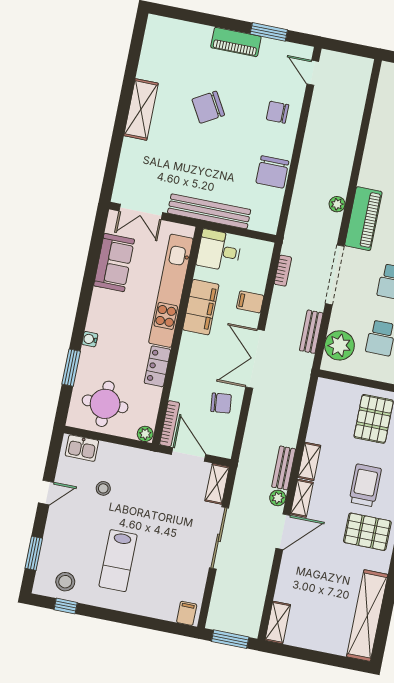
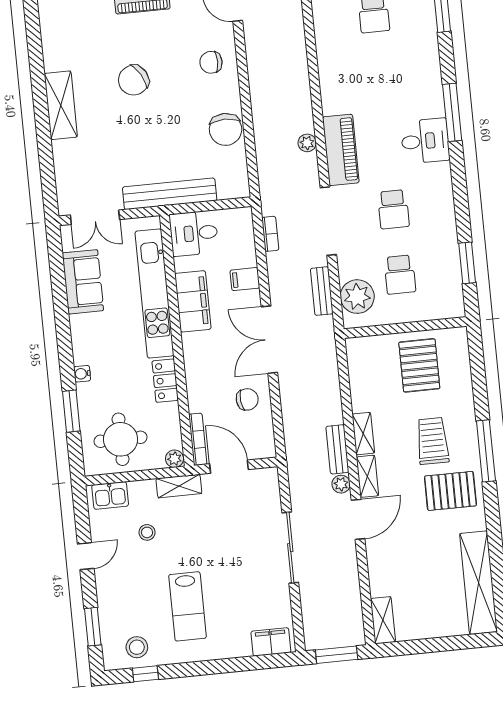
shelving: (217, 484) -> (179, 486), moved, turned 90
filing cabinet: (187, 613) -> (271, 642), width x2.00

